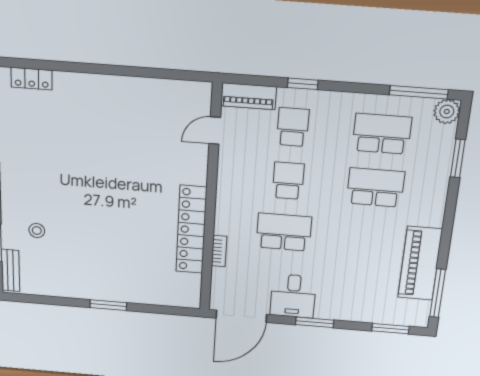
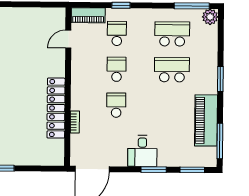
window: (458, 158) -> (220, 79), moved
school desk: (284, 232) -> (116, 105), width x0.54
desk: (293, 296) -> (142, 151), moved
window: (315, 322) -> (154, 170), moved

